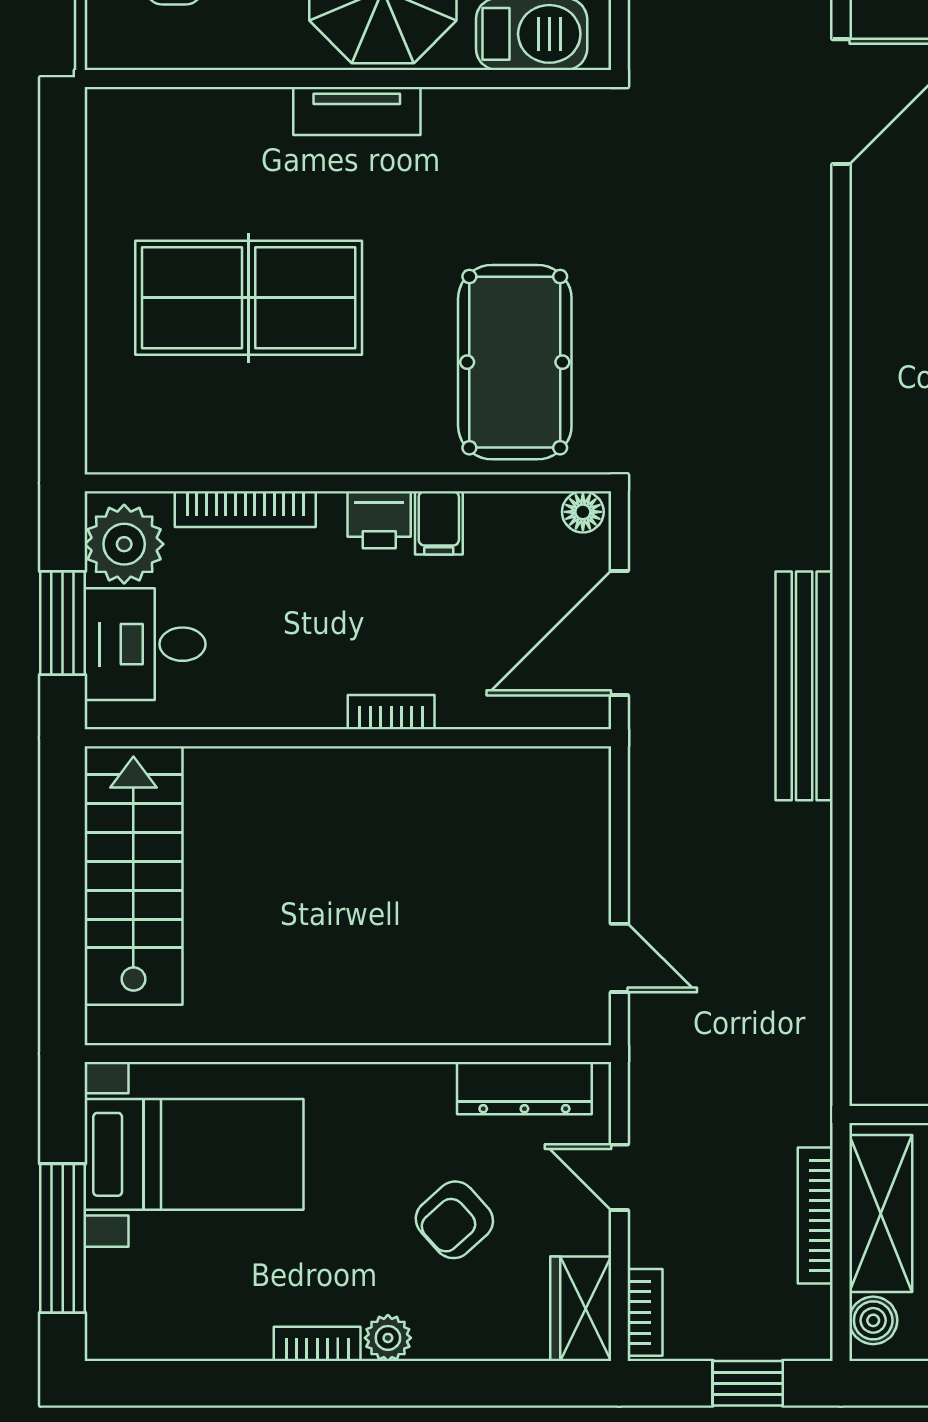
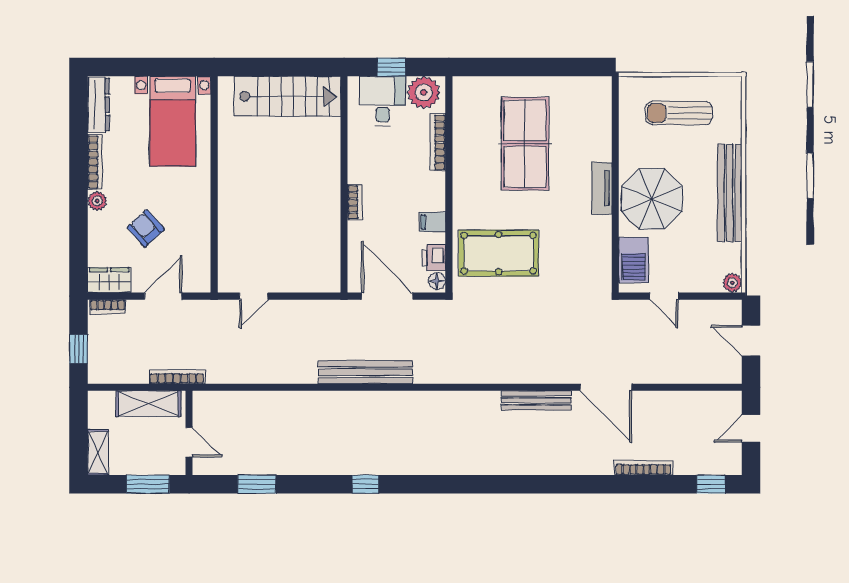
bench: (873, 270) -> (536, 400), added
printer: (379, 520) -> (434, 258), moved
window: (63, 623) -> (391, 67), width x0.67
dresser: (524, 1088) -> (98, 105), moved, turned 180
door: (619, 1177) -> (163, 296), width x1.38
bookcase: (815, 1215) -> (177, 377), moved
window: (63, 1238) -> (138, 67), removed
boiler: (873, 1320) -> (104, 401), removed
bookcase: (317, 1344) -> (95, 162), width x1.56

